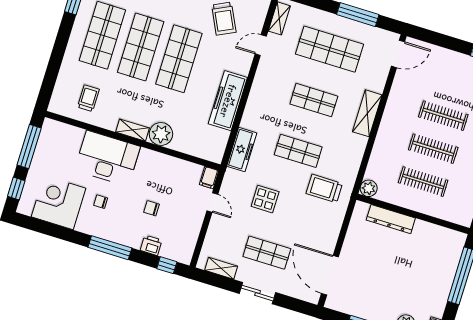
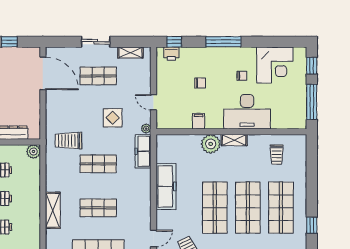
plant: (230, 175) -> (146, 129), added
filing cabinet: (209, 178) -> (199, 121), moved
trolley: (324, 189) -> (68, 141), turned 180
printer: (151, 245) -> (171, 54), moved

